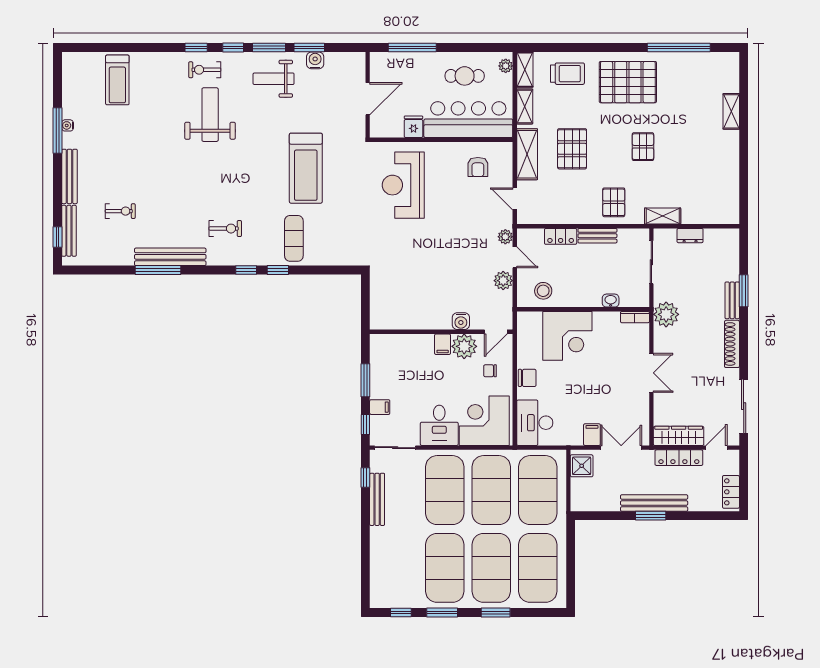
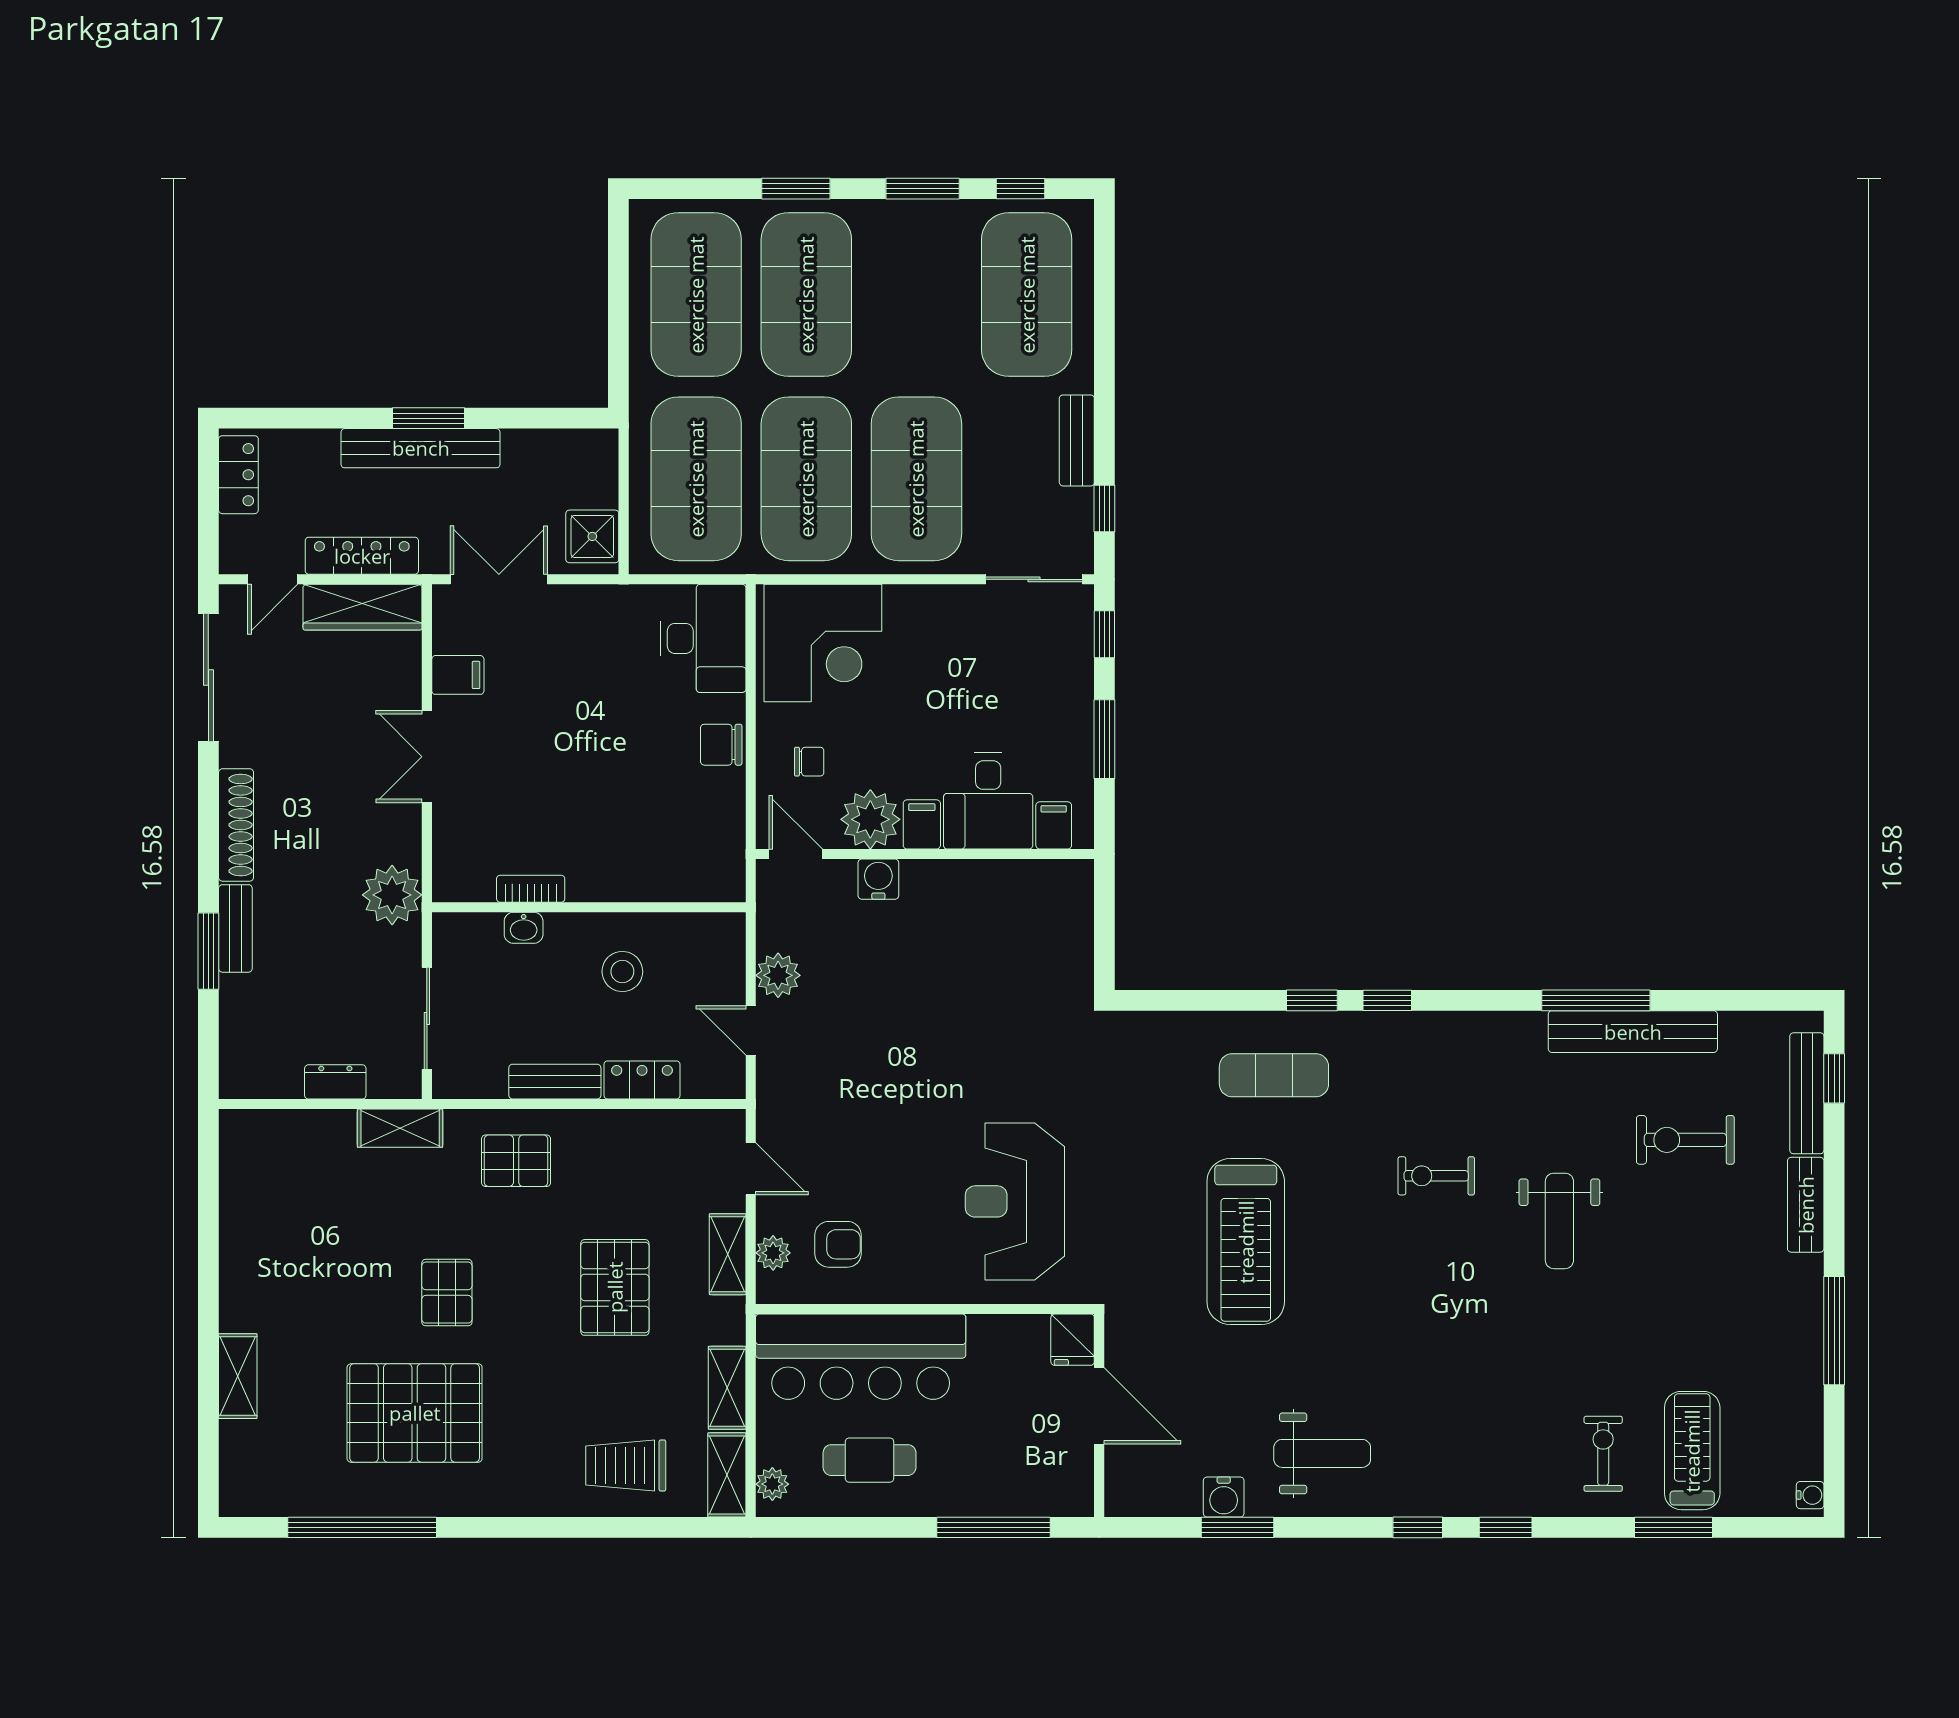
window: (269, 47) -> (1673, 1527), moved
exercise bike: (205, 70) -> (1603, 1454), moved, turned -90
pallet: (628, 82) -> (415, 1413), moved
door: (368, 99) -> (1099, 1406), swing flipped
weight bench: (210, 115) -> (1559, 1221), moved, width x0.73, depth x0.75
water cooler: (68, 125) -> (1810, 1495), moved
fridge: (413, 127) -> (1073, 1340), moved
shelving: (527, 154) -> (728, 1254), width x0.67, depth x0.75
armchair: (478, 167) -> (838, 1244), turned 90
treadmill: (306, 168) -> (1246, 1242), turned 180
bench: (69, 176) -> (1806, 1205), width x0.73
reception desk: (403, 185) -> (1015, 1201), turned 180
pallet: (614, 202) -> (516, 1161), turned 90
exercise bike: (120, 211) -> (1685, 1140), width x1.38, depth x1.39
exercise bike: (225, 229) -> (1436, 1176), moved
plant: (505, 237) -> (773, 1253), moved
exercise mat: (294, 238) -> (1274, 1075), turned 90
bench: (170, 257) -> (1633, 1032), moved
stool: (543, 291) -> (622, 972), moved
bookcase: (635, 317) -> (531, 889), moved
door: (496, 332) -> (796, 854), hinge flipped
corner desk: (567, 336) -> (626, 844), removed
filing cabinet: (380, 407) -> (1054, 825), moved, turned 90
desk: (439, 425) -> (988, 801), moved, turned 180
filing cabinet: (592, 435) -> (458, 675), moved, turned -90
double door: (621, 448) -> (499, 579), swing flipped
bench: (377, 499) -> (1077, 440), width x0.73
exercise mat: (445, 568) -> (1027, 295), moved

